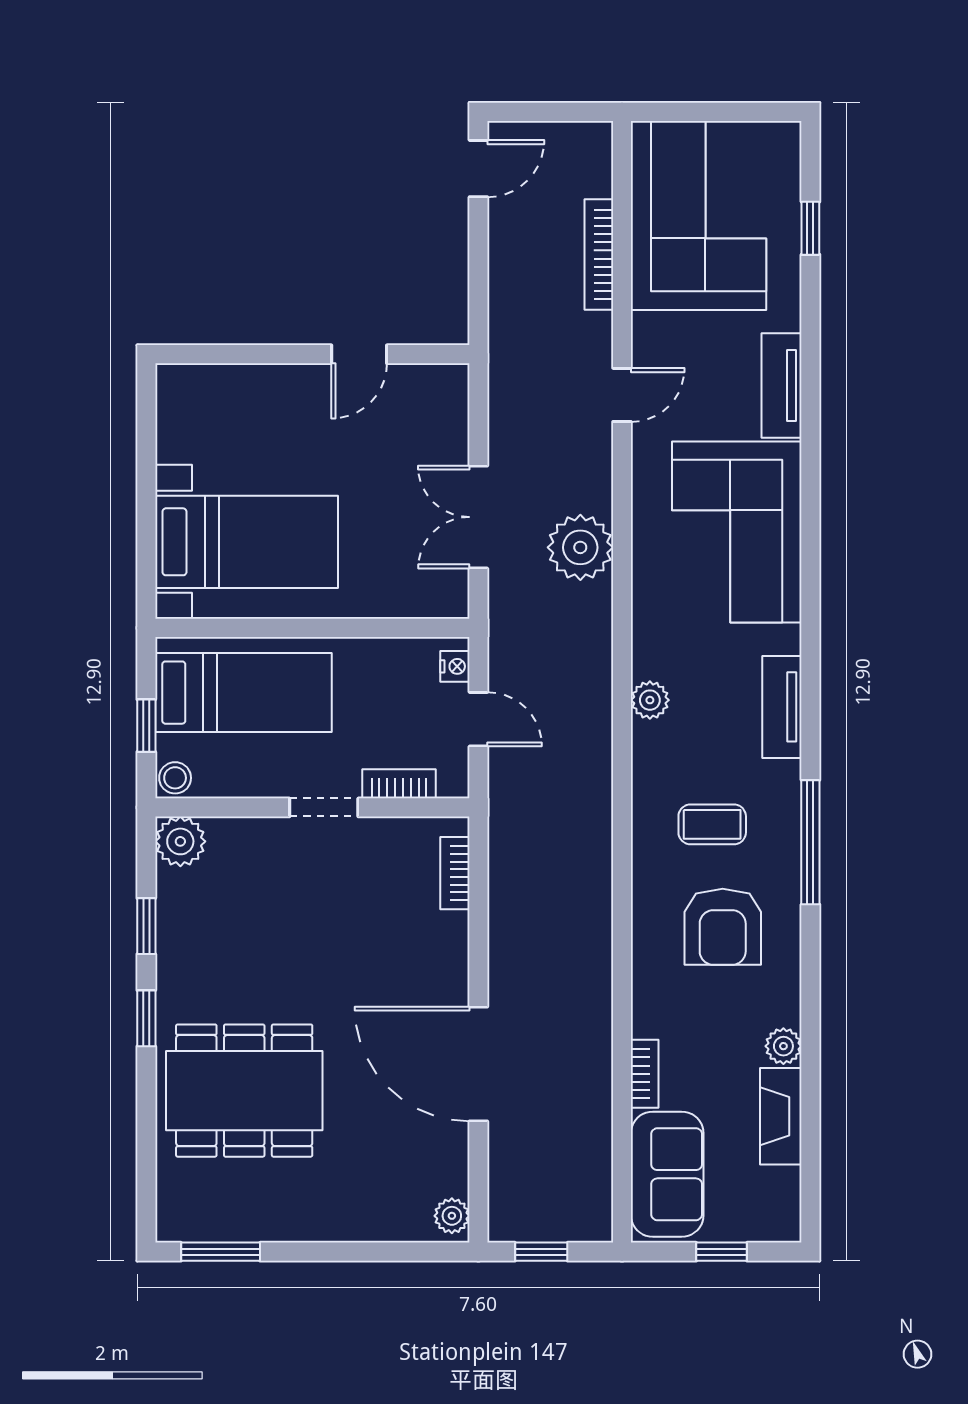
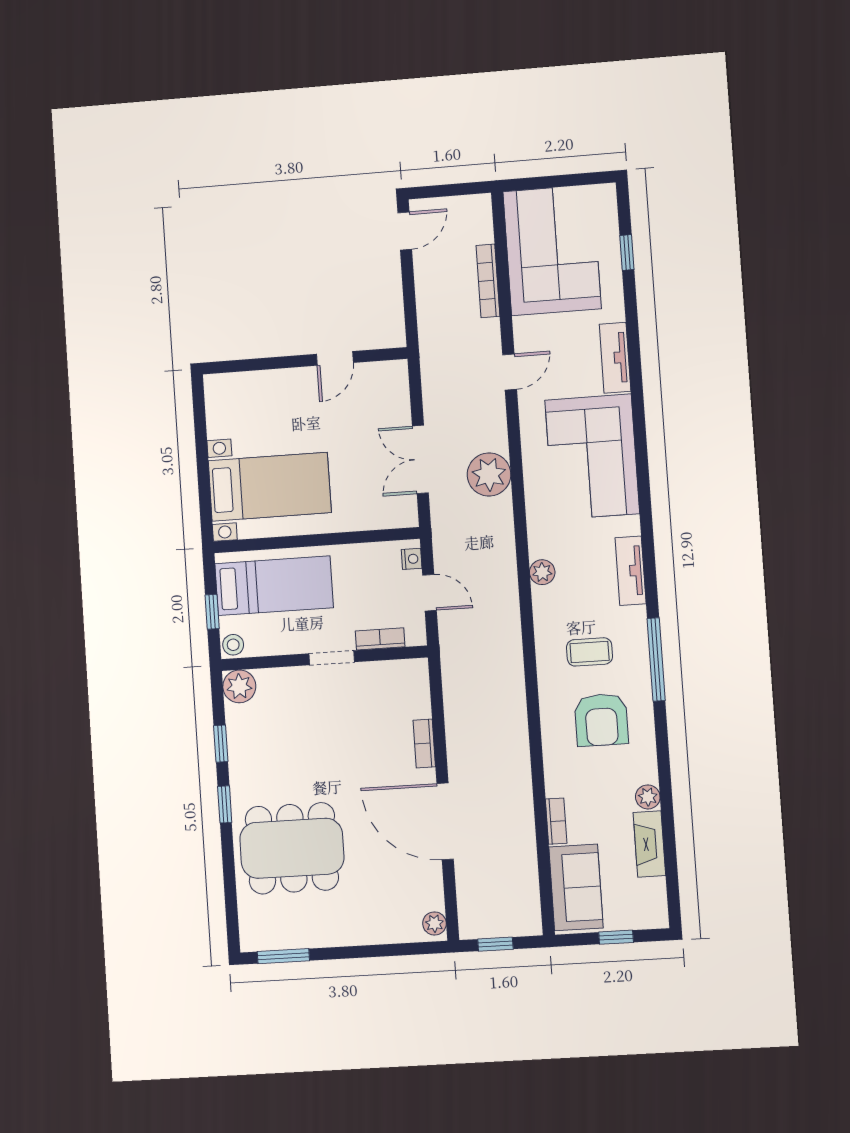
bookcase: (455, 873) -> (424, 744), moved

